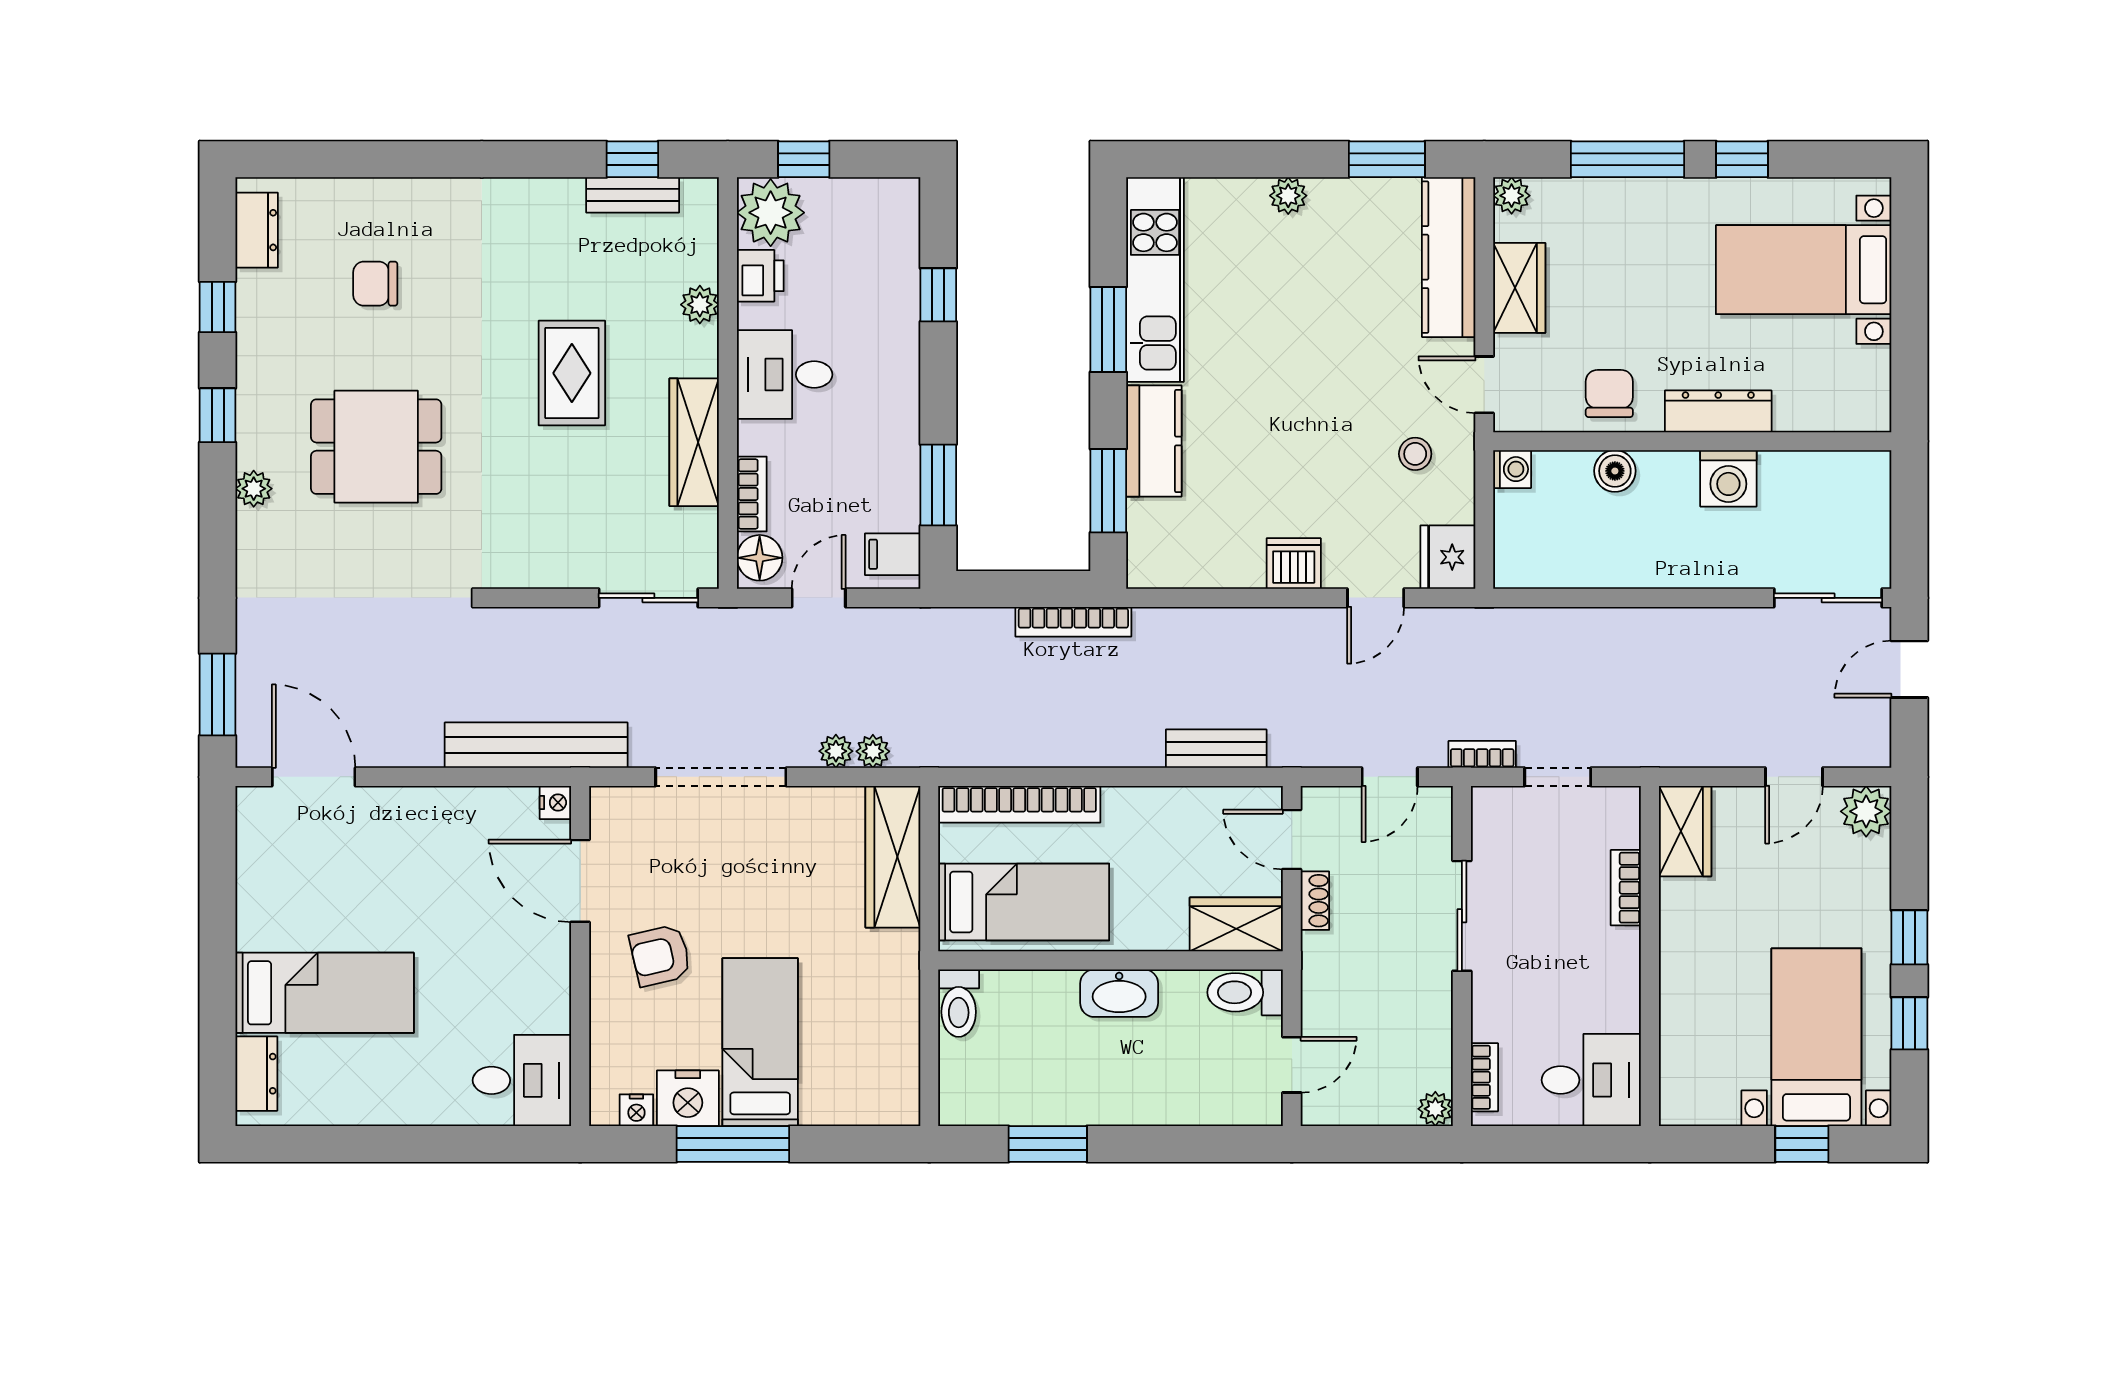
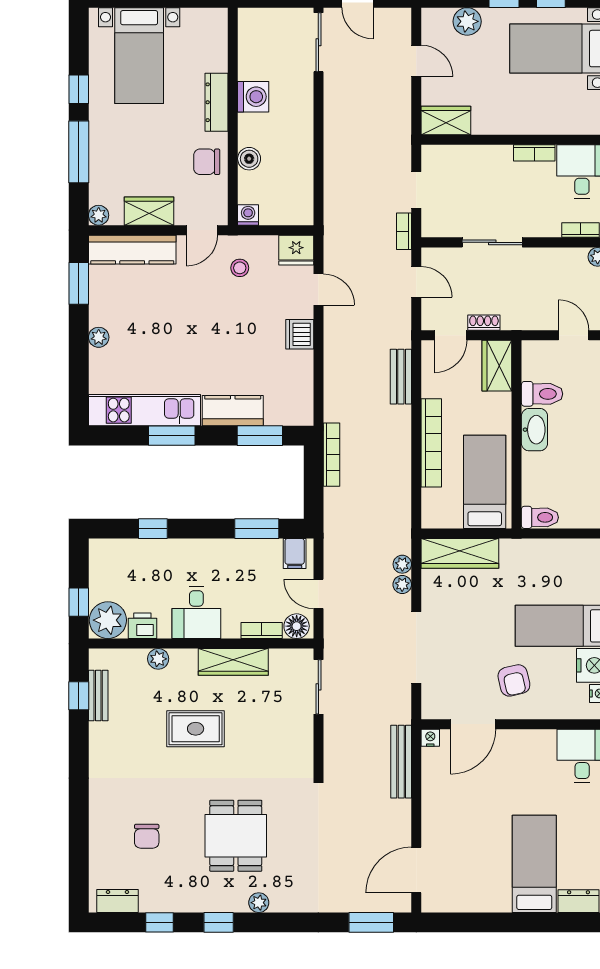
bench: (536, 745) -> (401, 762), width x0.73, depth x0.82
bookcase: (1019, 804) -> (431, 443), moved
plant: (1866, 811) -> (467, 21), moved
bookcase: (1626, 888) -> (534, 153), moved
toilet: (1245, 992) -> (542, 394), moved, turned -90

